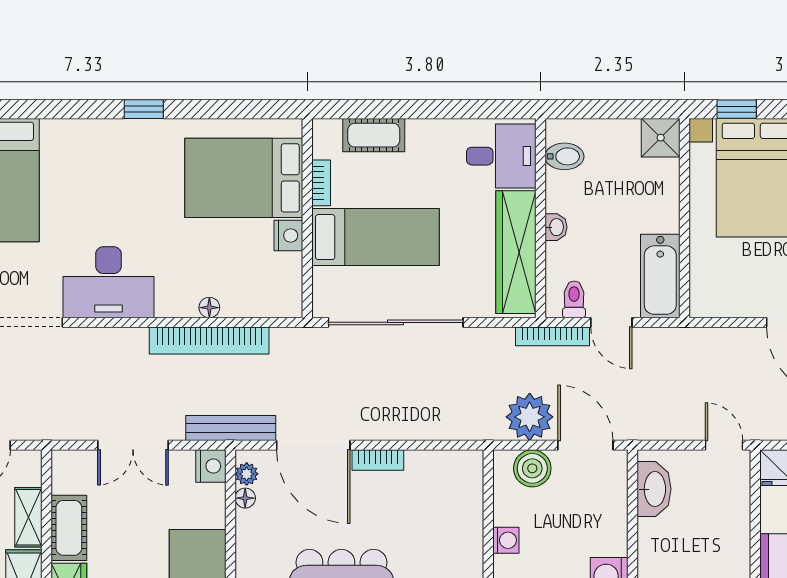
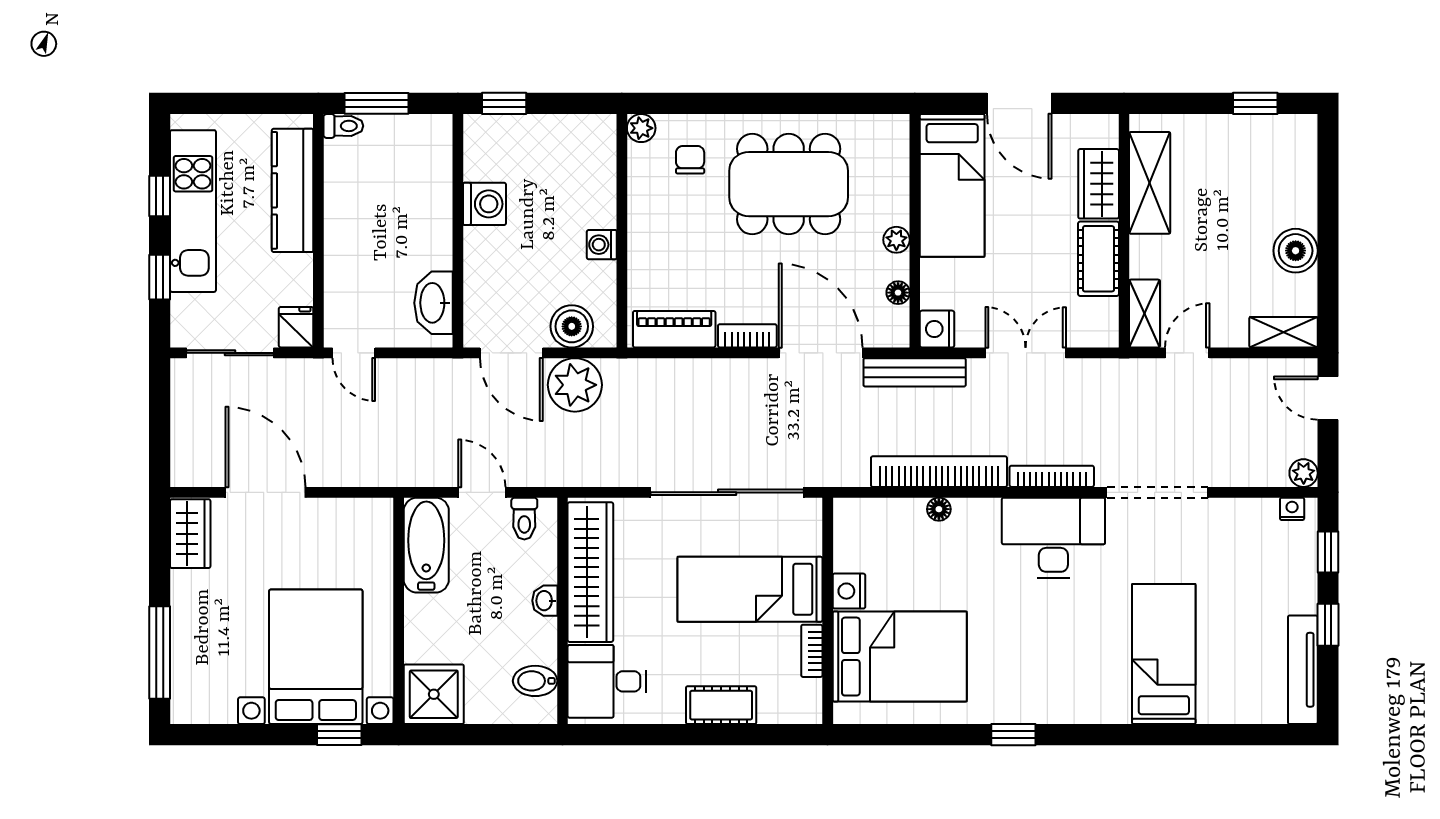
cot: (374, 135) -> (721, 705), moved
shower: (661, 138) -> (434, 694), width x1.36, depth x1.36
bookcase: (553, 336) -> (1052, 476), moved
piano: (442, 466) -> (674, 329), added
plant: (247, 474) -> (896, 240), moved
shelving: (28, 517) -> (1145, 313), moved

